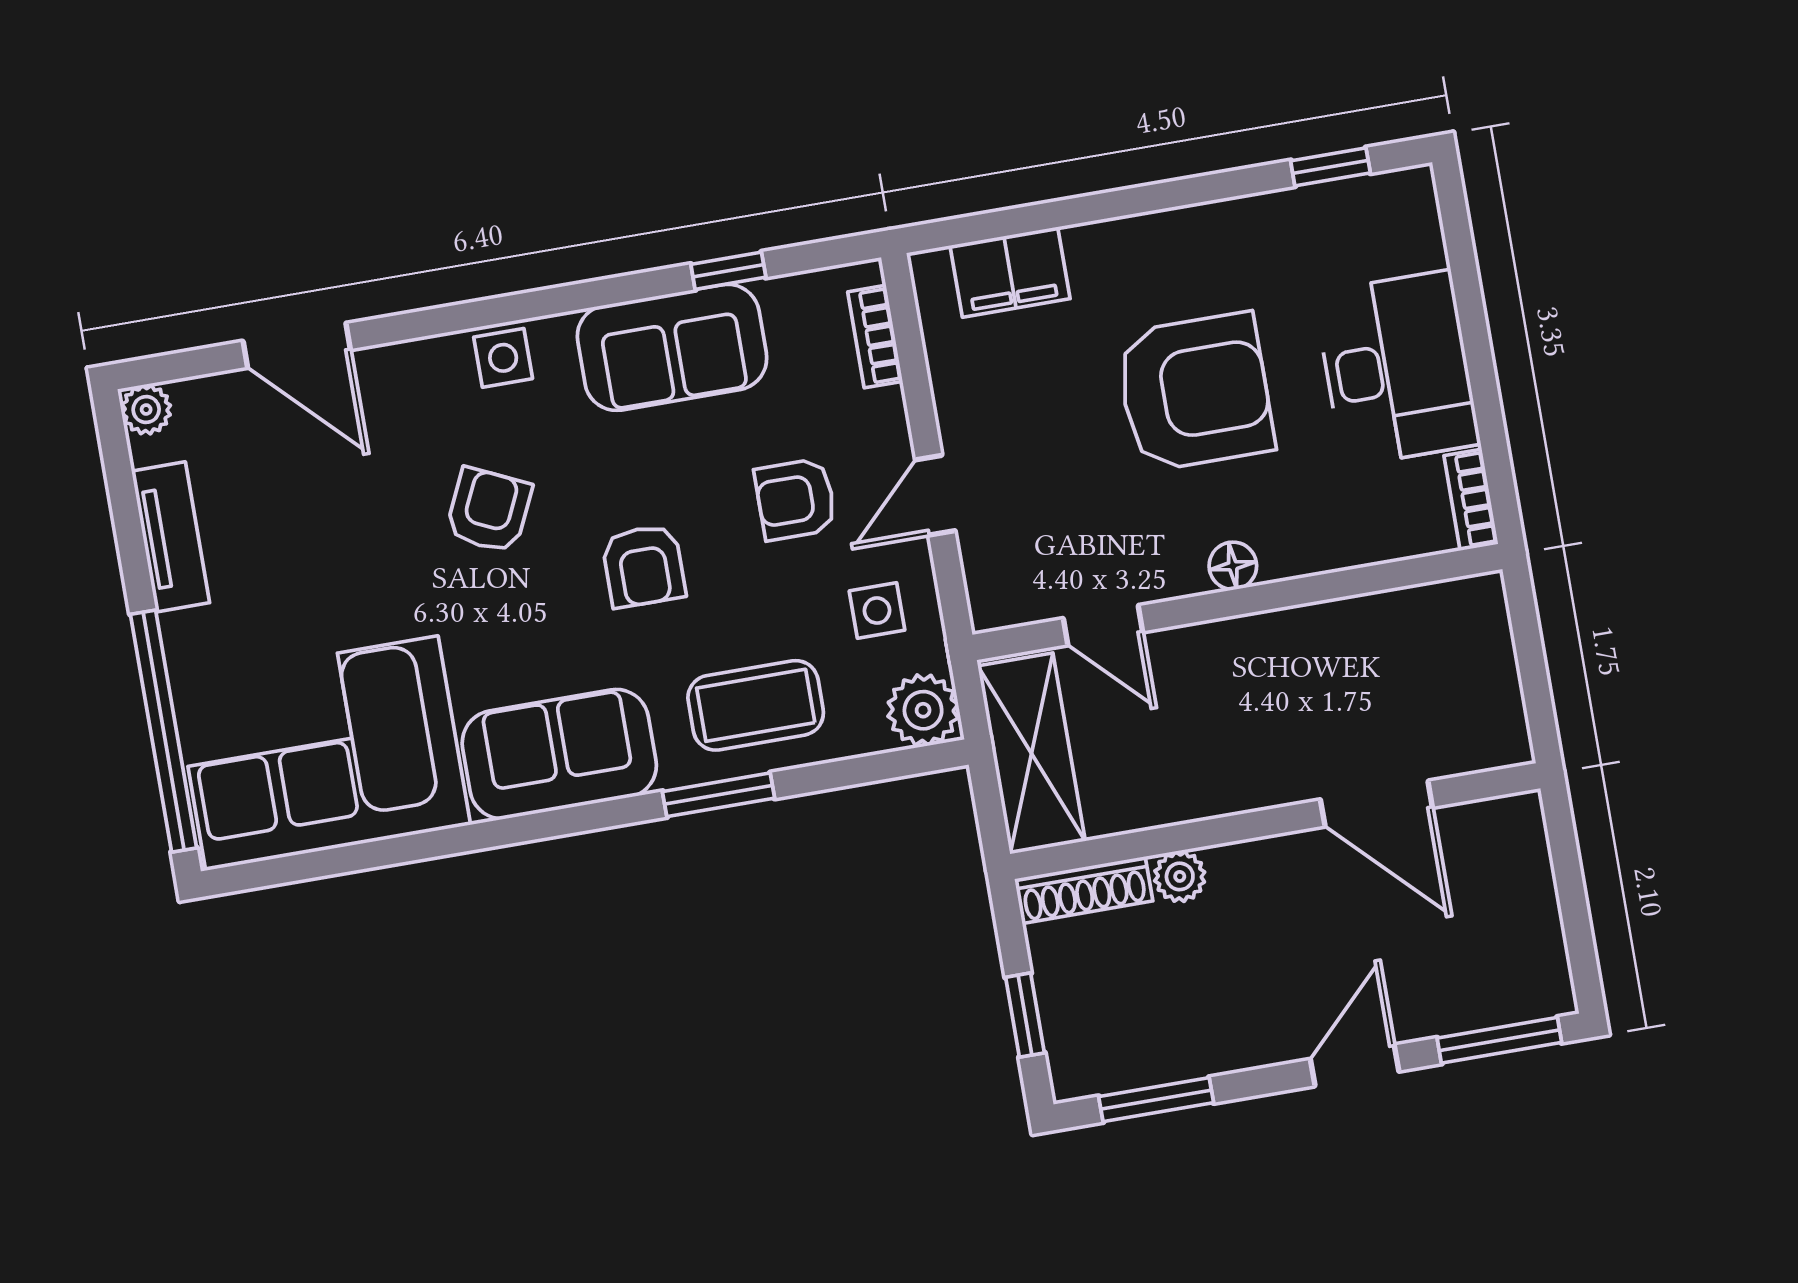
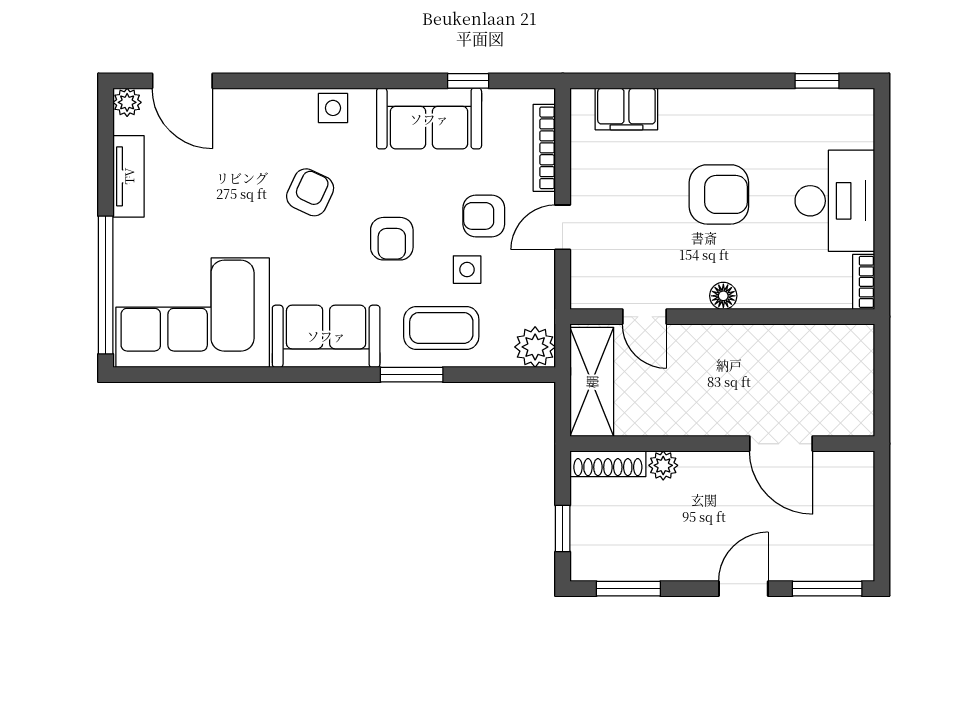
bookcase: (875, 337) -> (544, 148), width x1.56
door: (297, 345) -> (182, 81), moved
armchair: (1195, 392) -> (719, 194), width x0.73, depth x0.73
side table: (877, 611) -> (467, 270), moved

